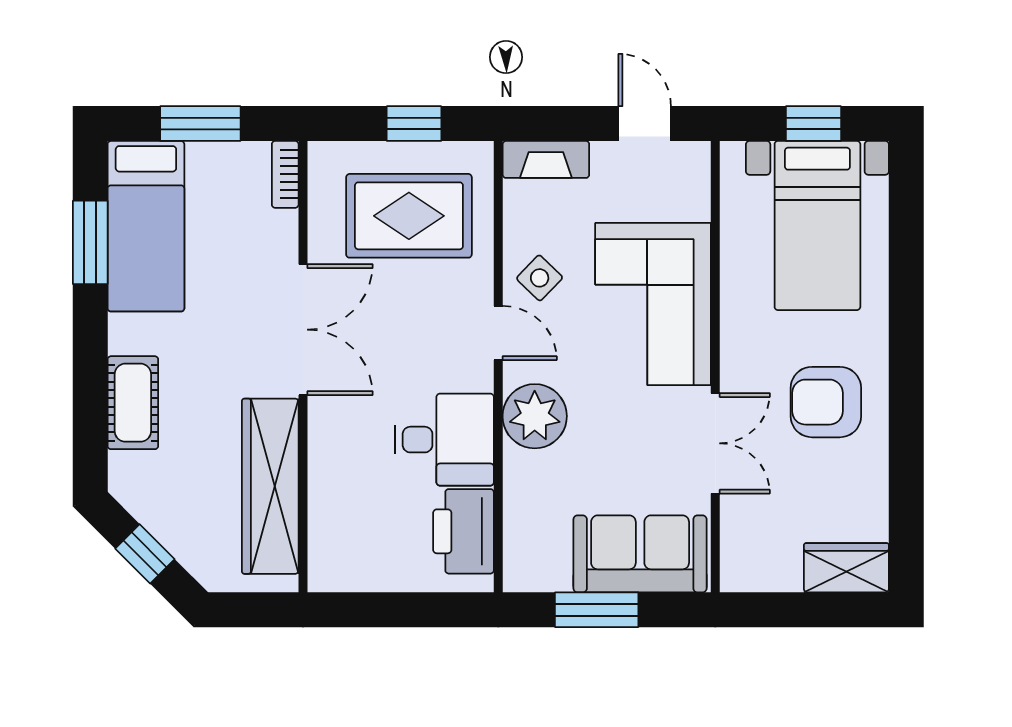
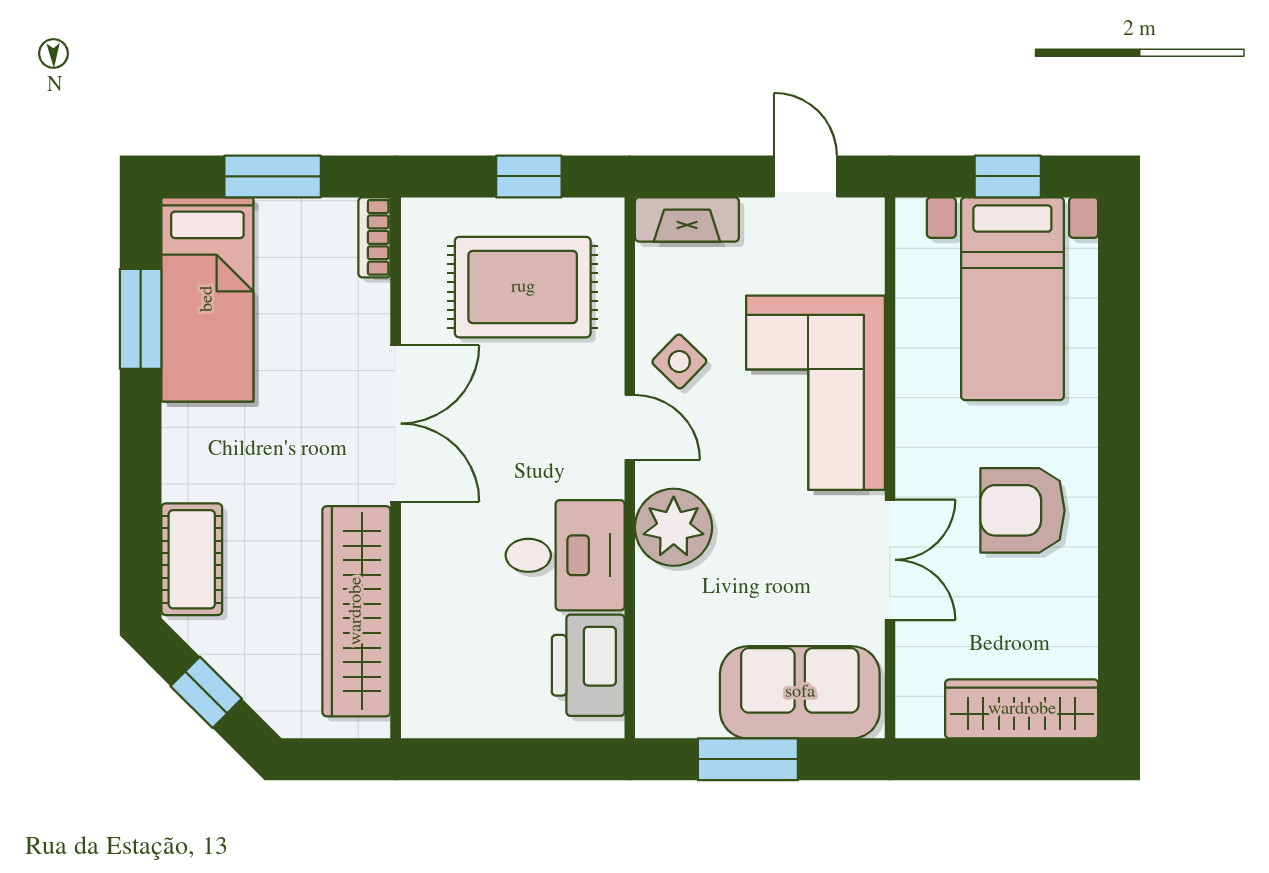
cot: (133, 403) -> (192, 559), moved
wardrobe: (846, 568) -> (1022, 709), width x1.50

